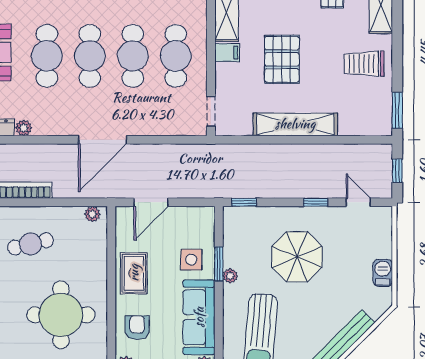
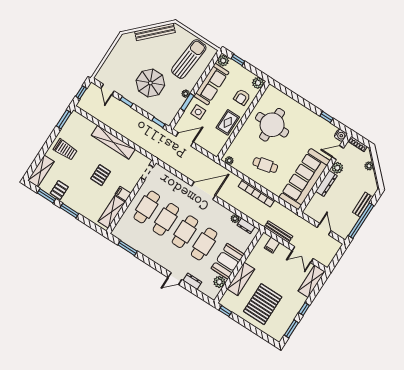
pallet: (282, 59) -> (101, 175), width x0.67, depth x0.71
door: (151, 202) -> (185, 139), moved
barbecue: (383, 273) -> (117, 51), removed

